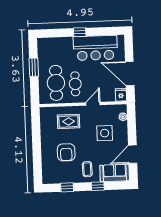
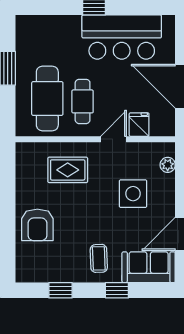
fridge: (121, 95) -> (139, 125), moved
armchair: (66, 152) -> (37, 225), moved

